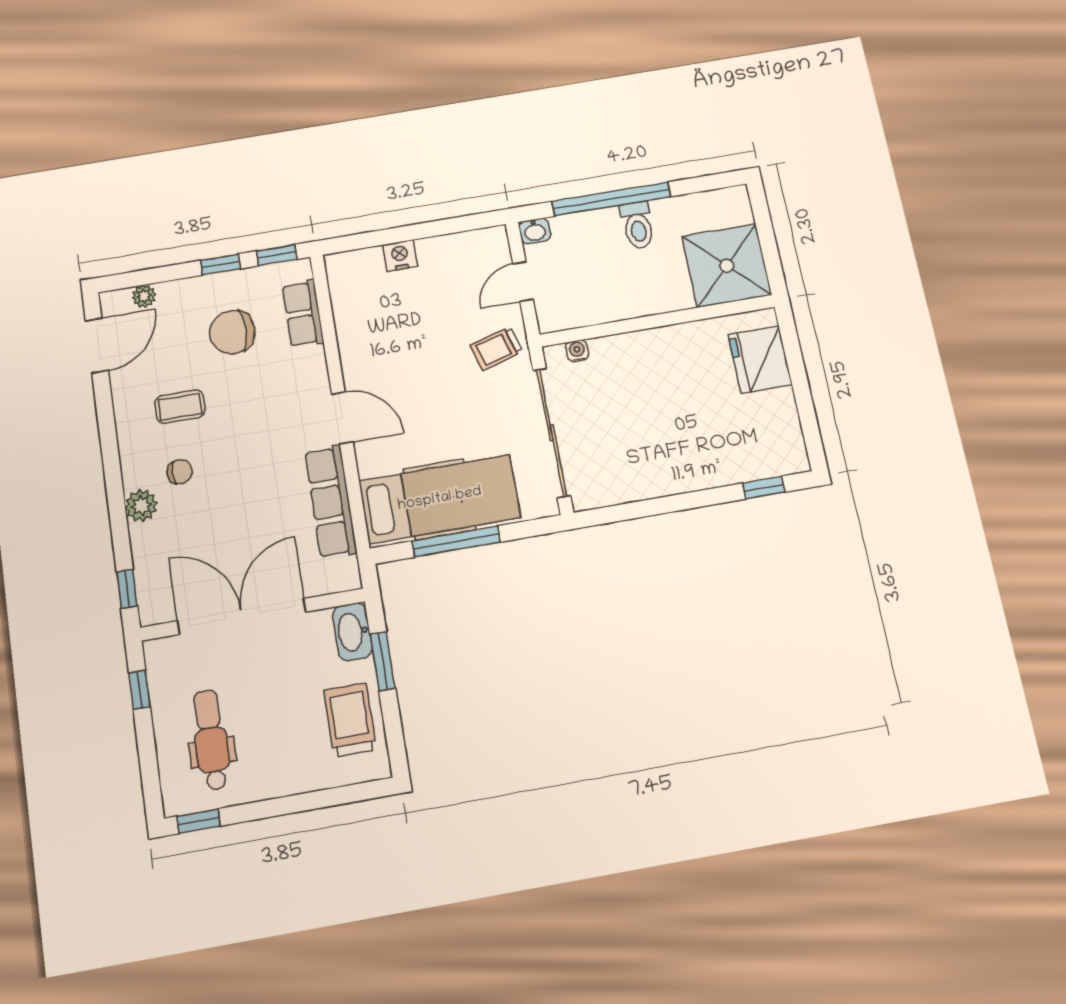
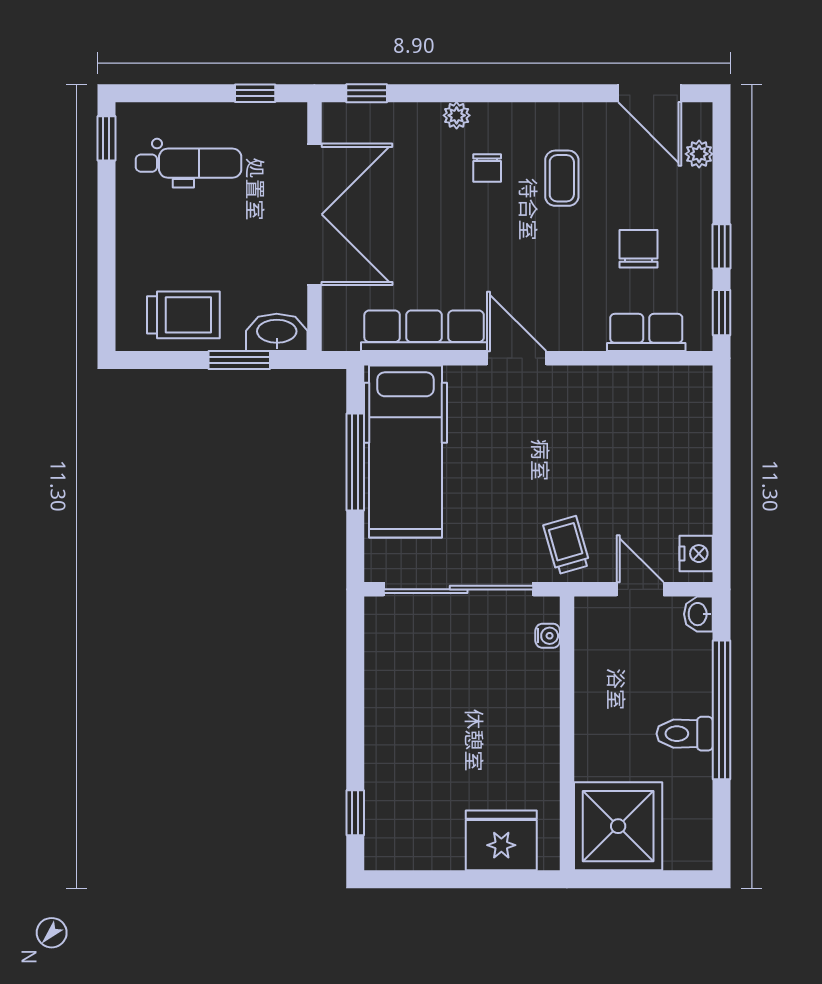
nightstand: (400, 255) -> (696, 554), moved
chair: (232, 332) -> (638, 249), width x0.73, depth x0.73
door: (342, 418) -> (517, 358), swing flipped
plant: (141, 505) -> (457, 115), width x0.73, depth x0.73

